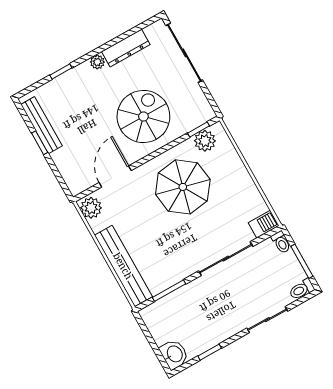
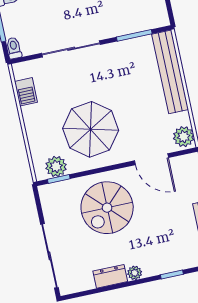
dresser: (126, 48) -> (110, 276), width x0.70
door: (115, 176) -> (152, 159), hinge flipped
barbecue: (264, 224) -> (26, 92), moved, turned -90

